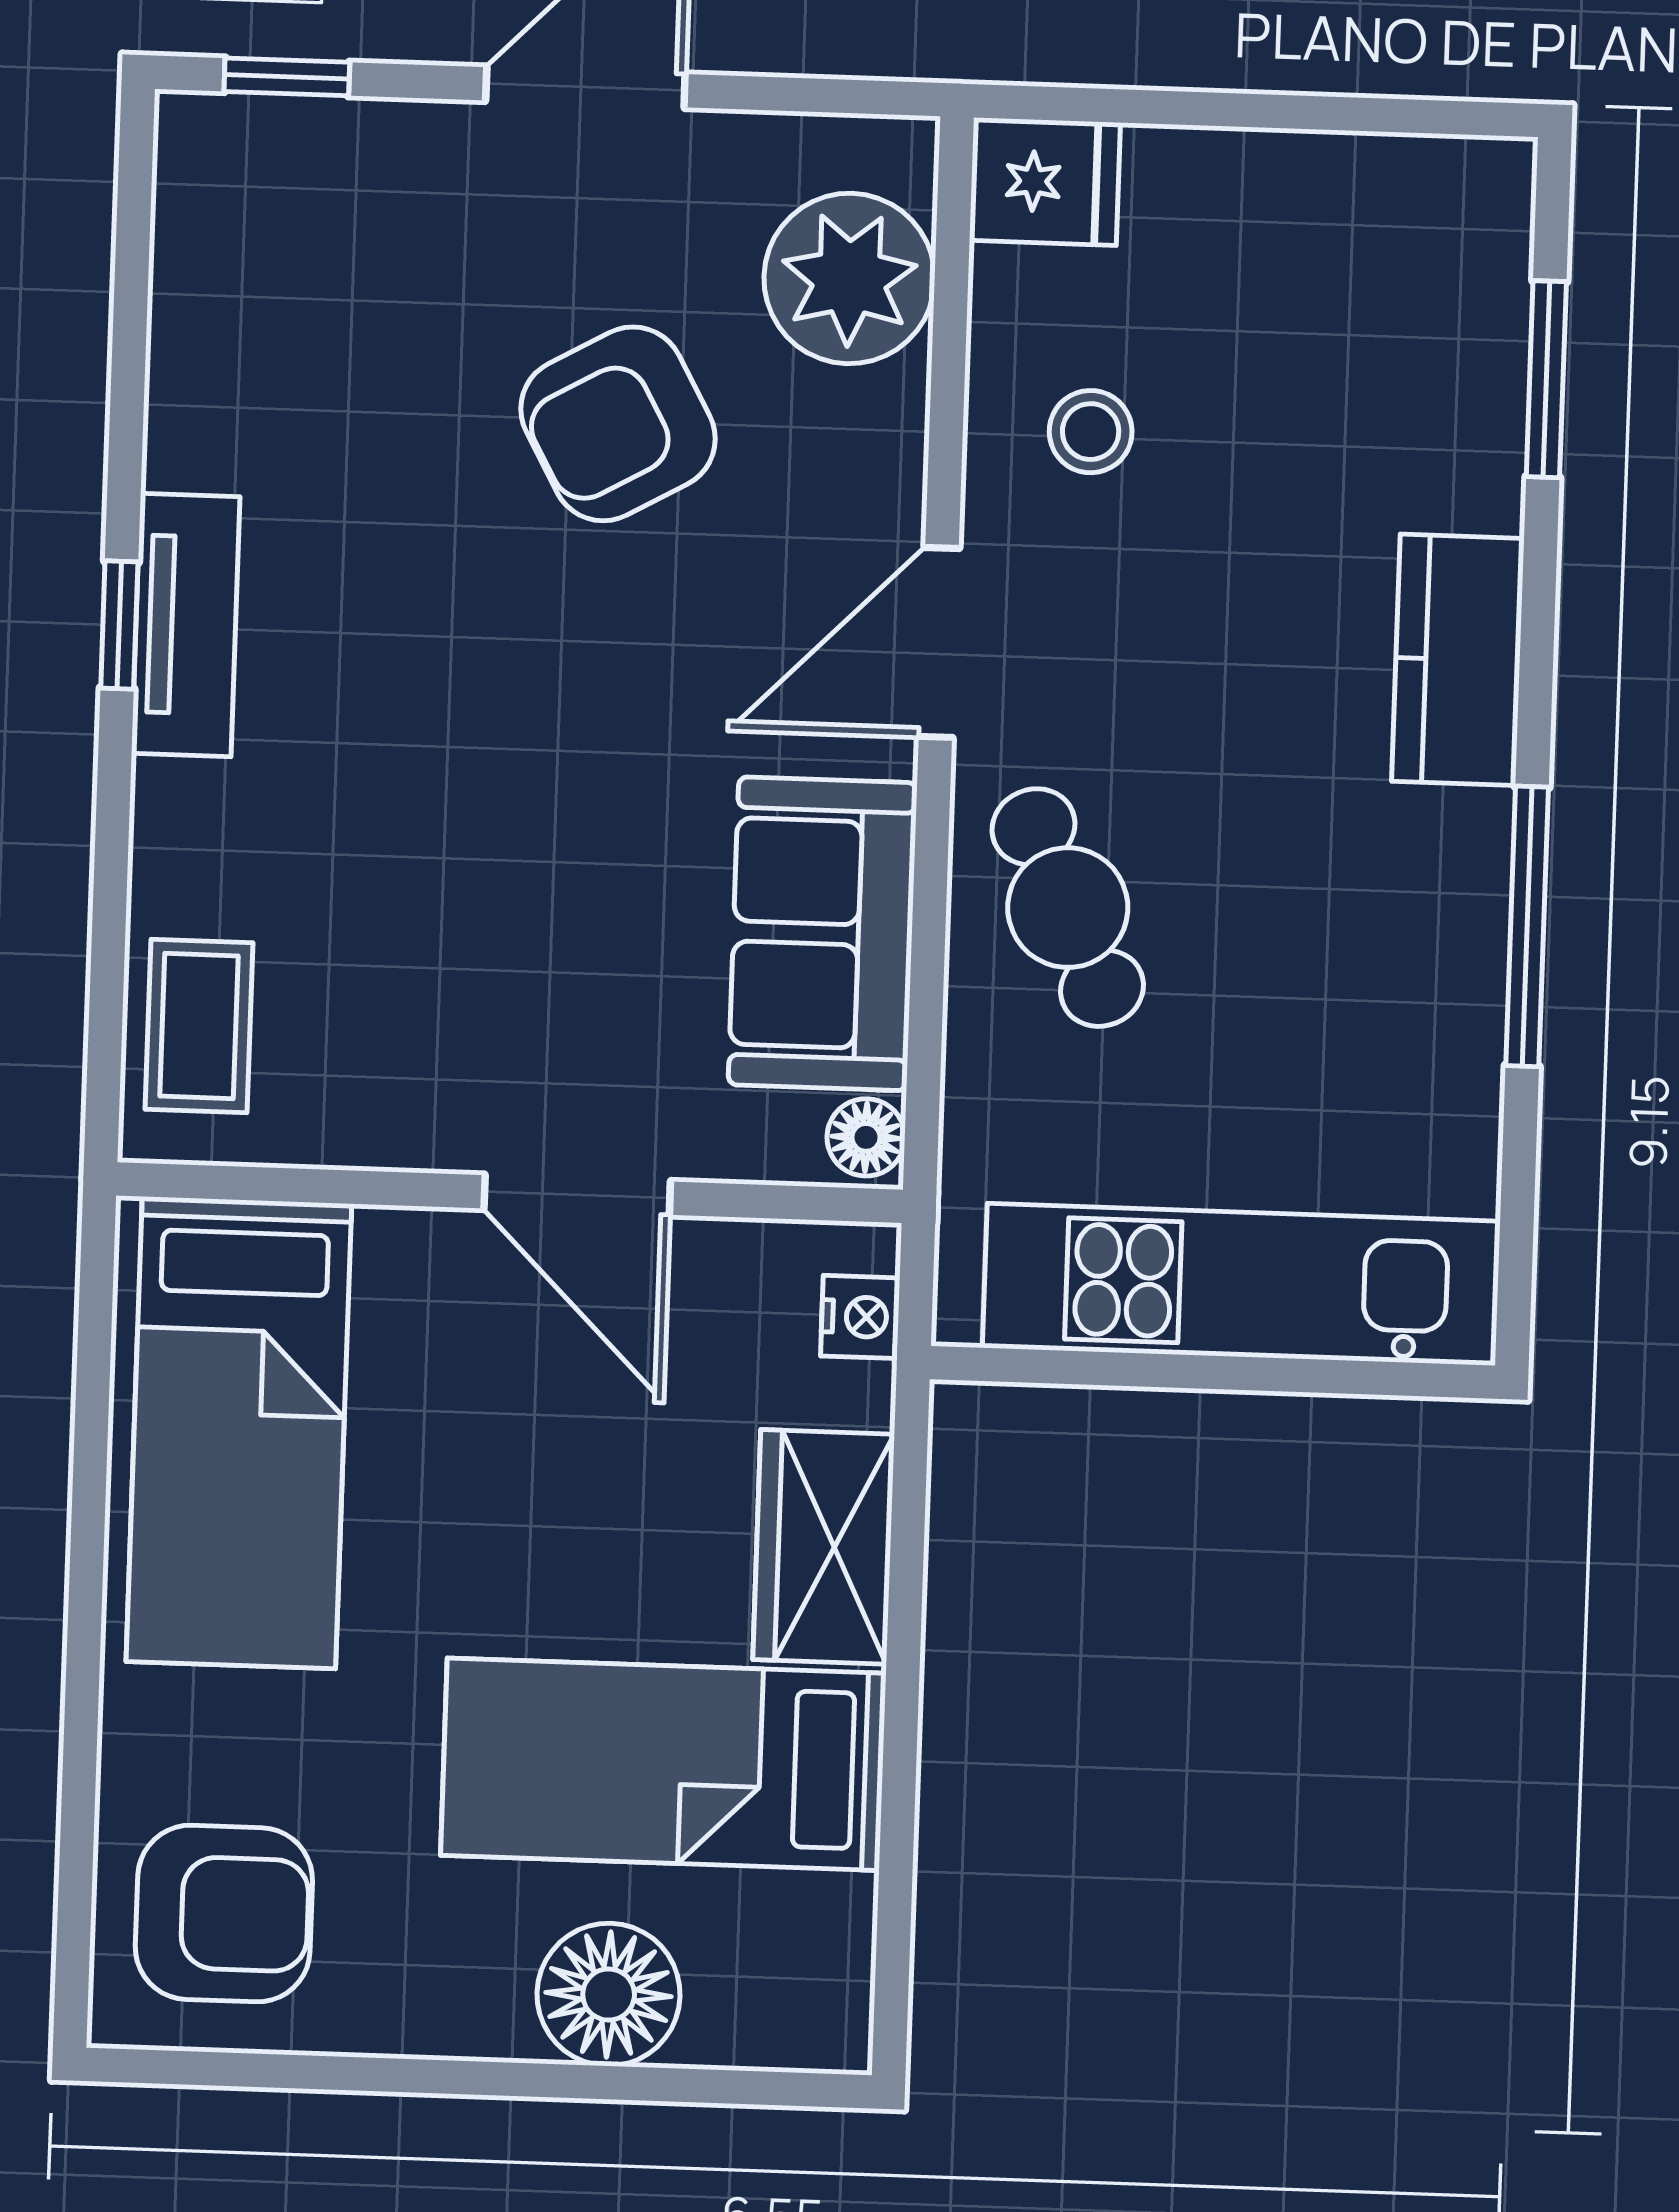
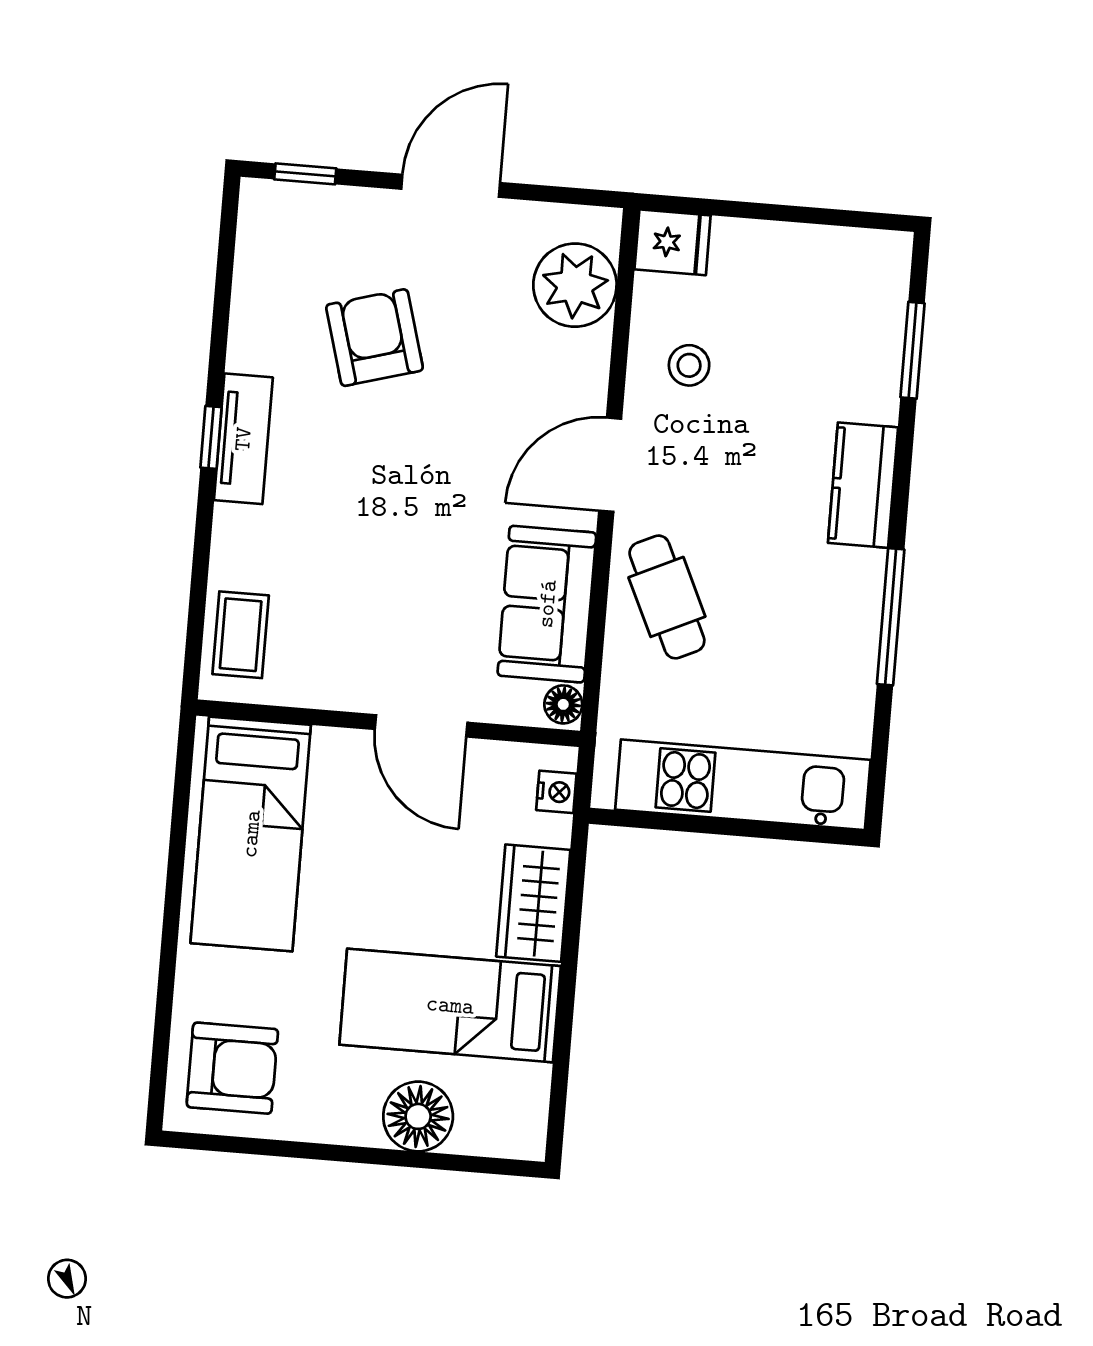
armchair: (618, 424) -> (374, 338), moved, turned 103

